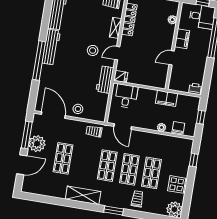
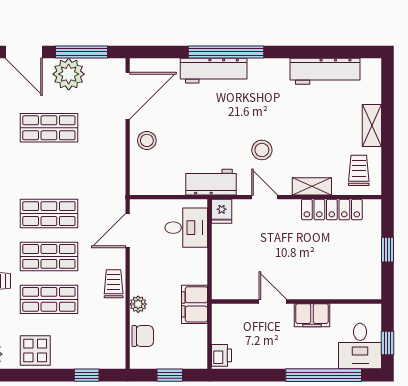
plant: (172, 20) -> (345, 291), removed
workbench: (51, 47) -> (214, 71), moved
trolley: (94, 131) -> (114, 284), moved

